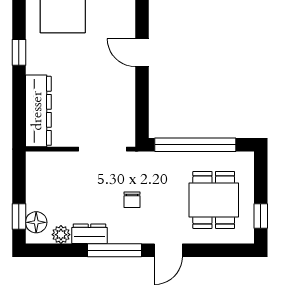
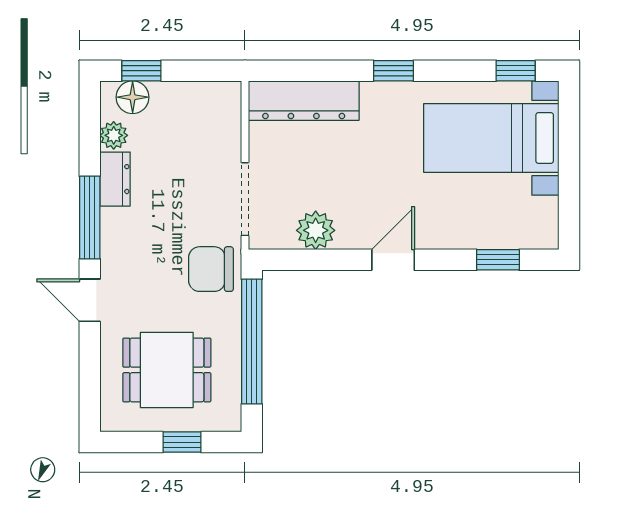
plant: (123, 103) -> (316, 230), added
chair: (132, 200) -> (211, 269), moved, width x1.87, depth x1.87
window: (261, 216) -> (182, 442), moved

